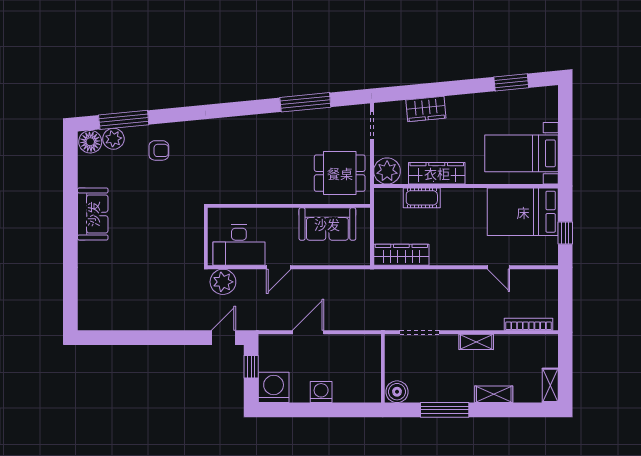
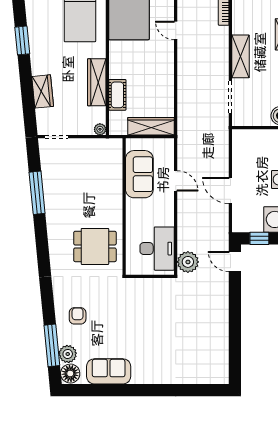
window: (511, 82) -> (22, 40), moved
plant: (387, 171) -> (100, 129), width x0.53, depth x0.53
dining table: (340, 173) -> (95, 246), moved, turned 90
sofa: (93, 214) -> (109, 371), moved
wardrobe: (401, 255) -> (151, 126), moved, turned 90
door: (279, 267) -> (176, 181), moved
door: (499, 267) -> (176, 30), swing flipped
shelving: (476, 342) -> (241, 56), width x1.50, depth x1.33

